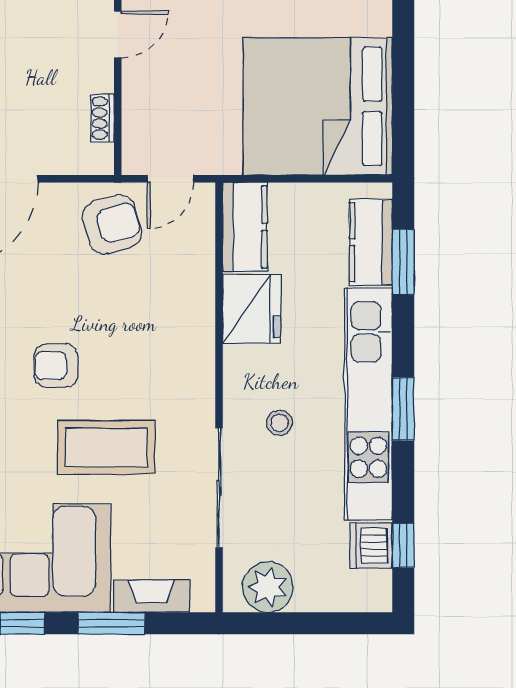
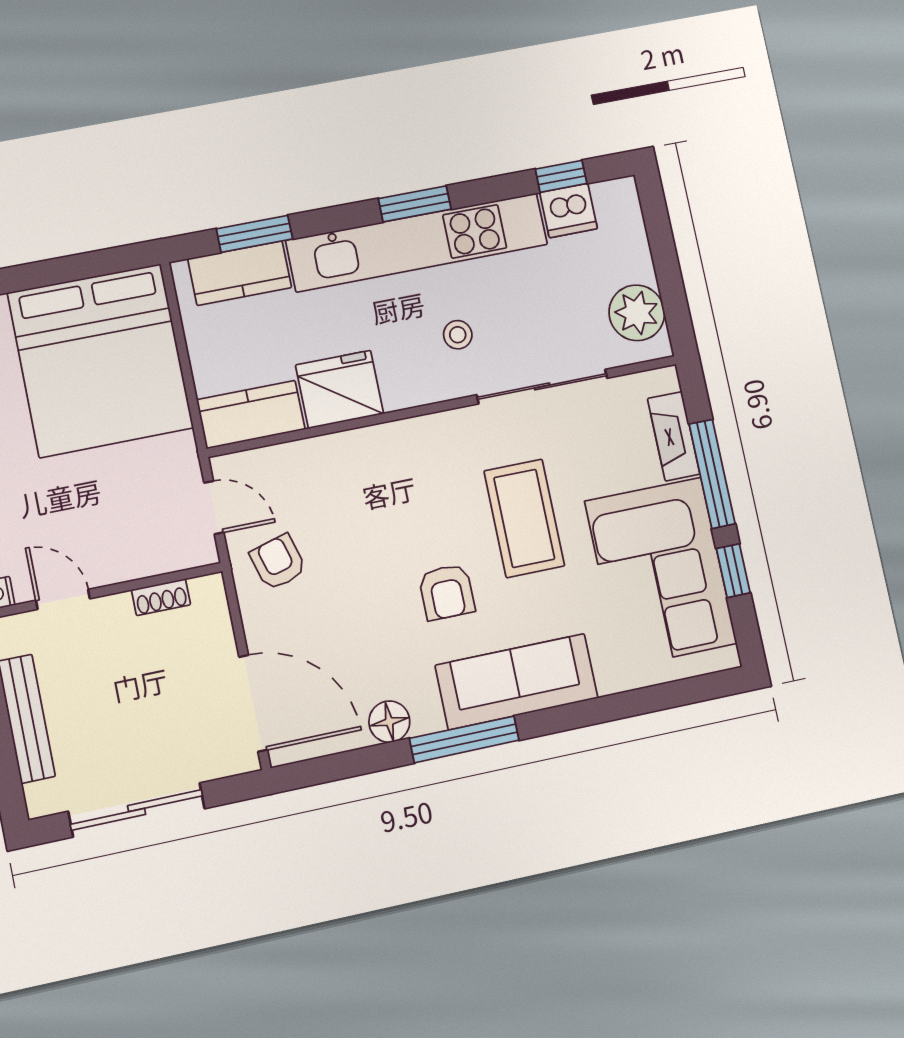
armchair: (112, 225) -> (278, 562), width x0.72, depth x0.72
window: (111, 623) -> (712, 474), width x1.44

